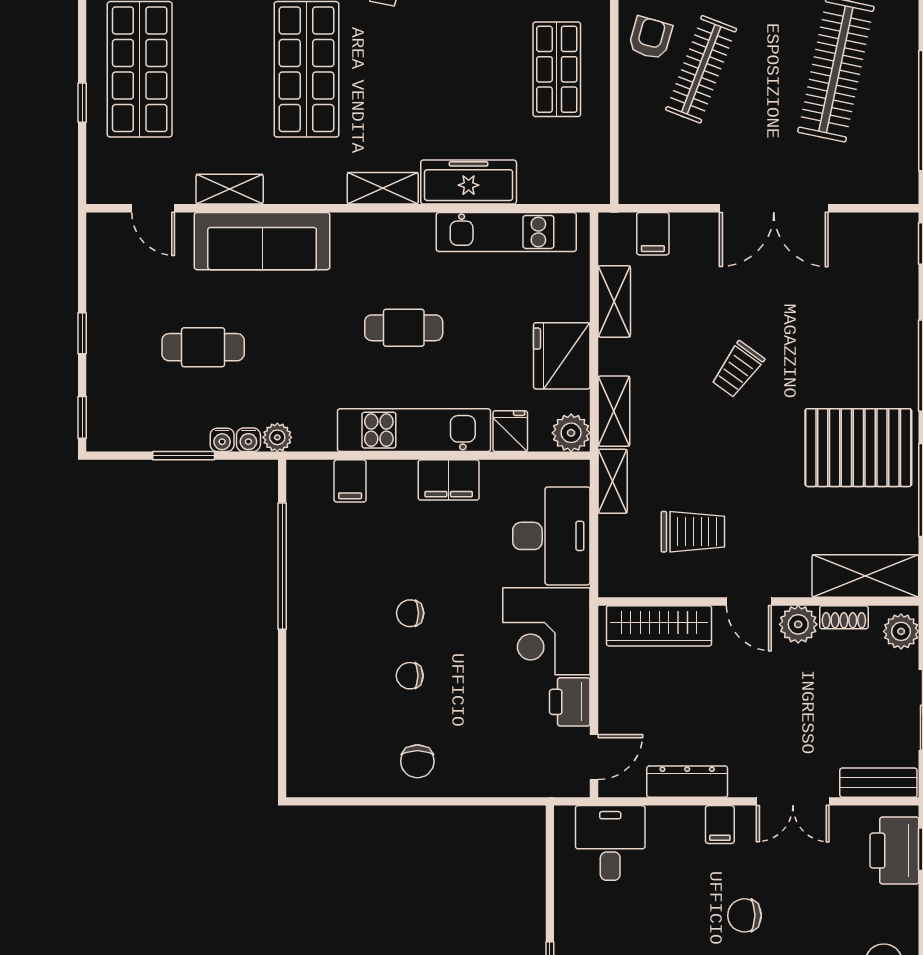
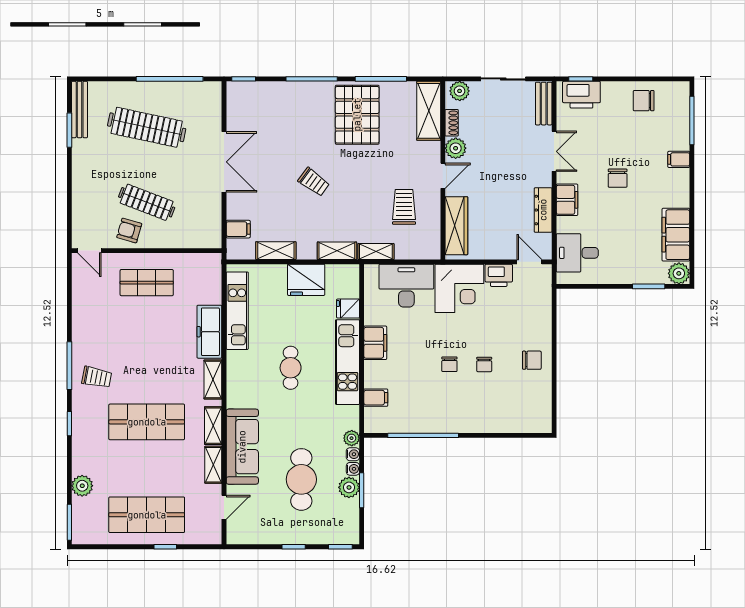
shelving: (300, 189) -> (213, 426), added
cafe table: (203, 347) -> (301, 479), width x1.37, depth x1.35
plant: (571, 433) -> (349, 487), moved
filing cabinet: (720, 825) -> (567, 200), width x2.00

